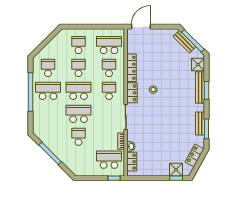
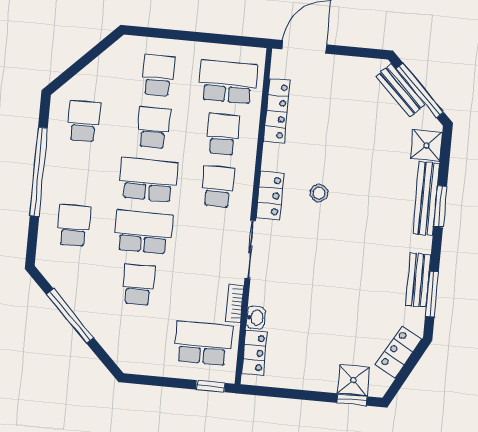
locker: (132, 68) -> (277, 111), moved
school desk: (48, 91) -> (74, 226), moved, width x0.54

